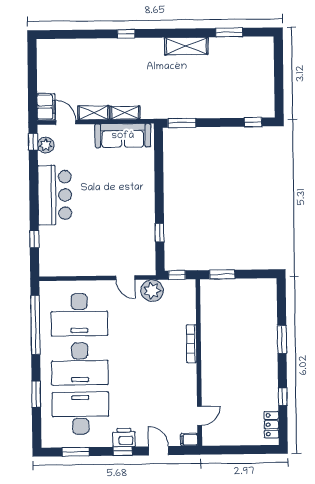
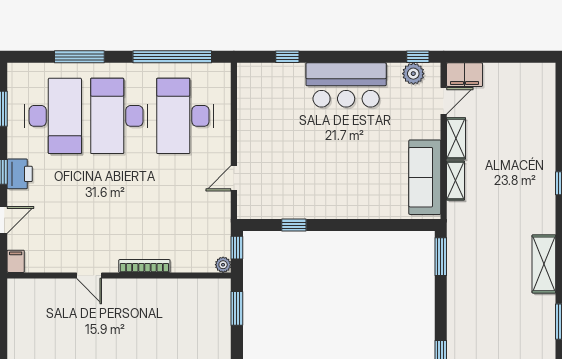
plant: (152, 291) -> (223, 265), moved, width x0.53, depth x0.53
window: (36, 394) -> (79, 57), width x1.44
door: (199, 416) -> (89, 276), moved

